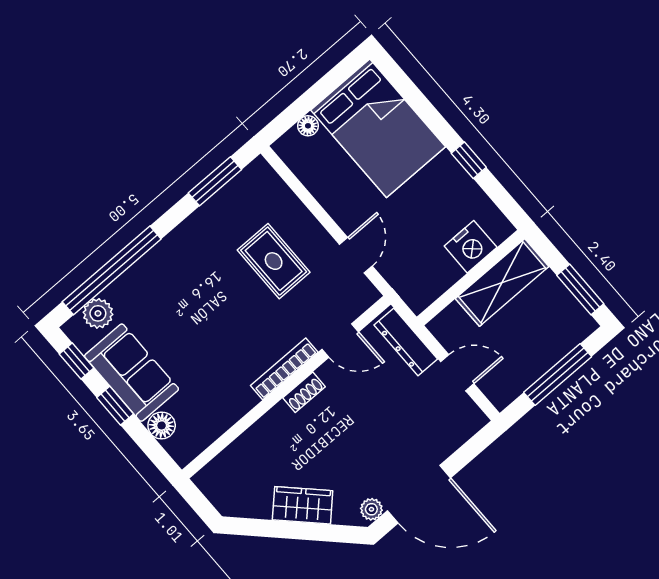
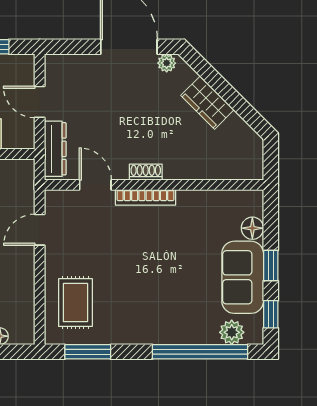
rug: (274, 261) -> (75, 303), moved

